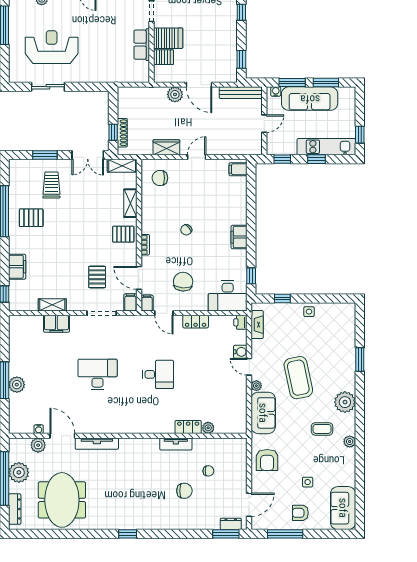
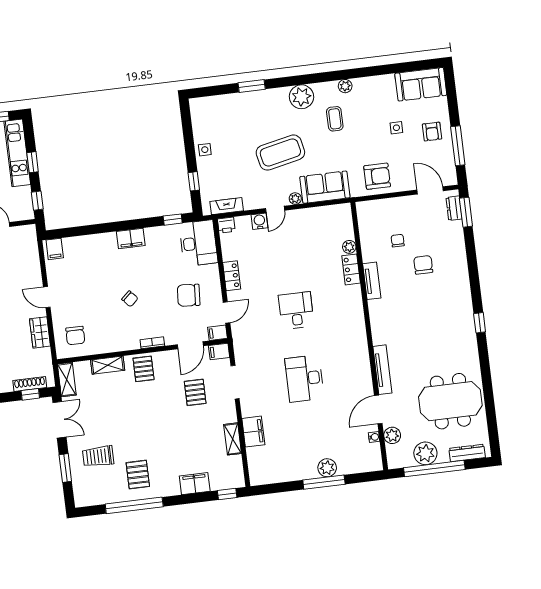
pallet: (97, 277) -> (195, 392), turned 90

